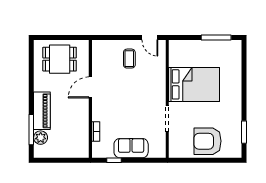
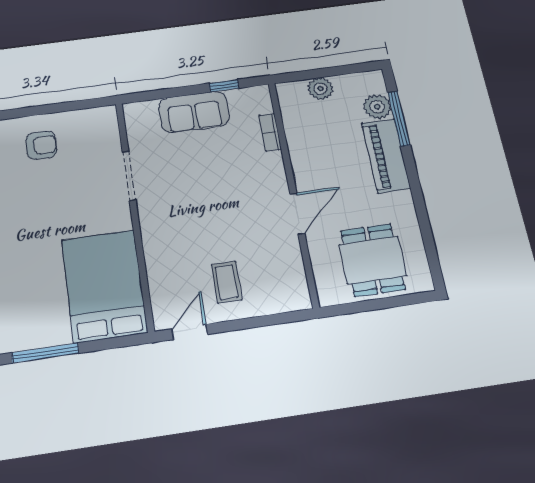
door: (150, 38) -> (190, 332), hinge flipped
dining table: (60, 59) -> (373, 260), turned 90
bed: (194, 84) -> (104, 286), moved, turned 90
armchair: (208, 141) -> (41, 145), width x0.53, depth x0.53
plant: (67, 152) -> (320, 89), added

